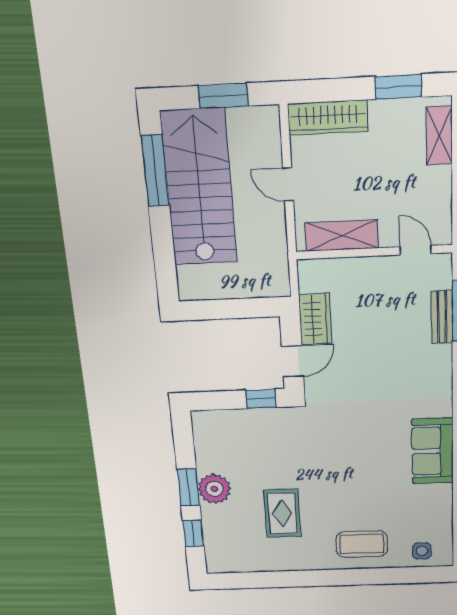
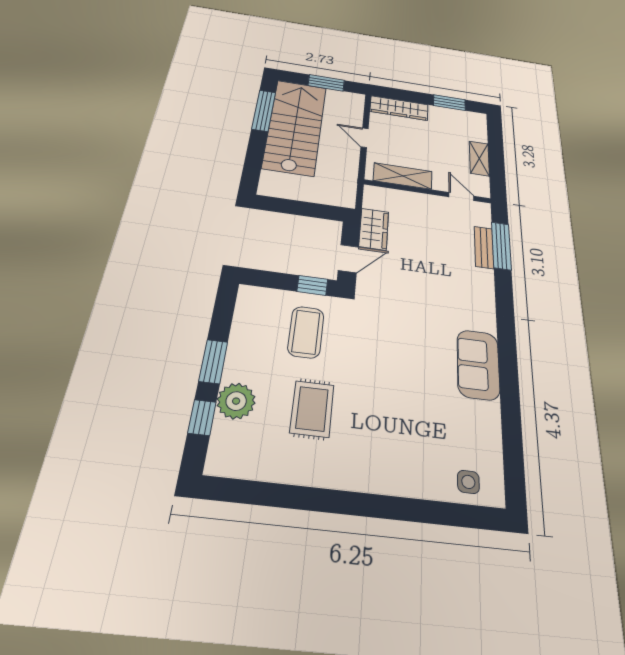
shelving: (439, 136) -> (479, 158), moved
plant: (214, 489) -> (236, 401), moved
coffee table: (362, 544) -> (306, 332), moved, turned 90

